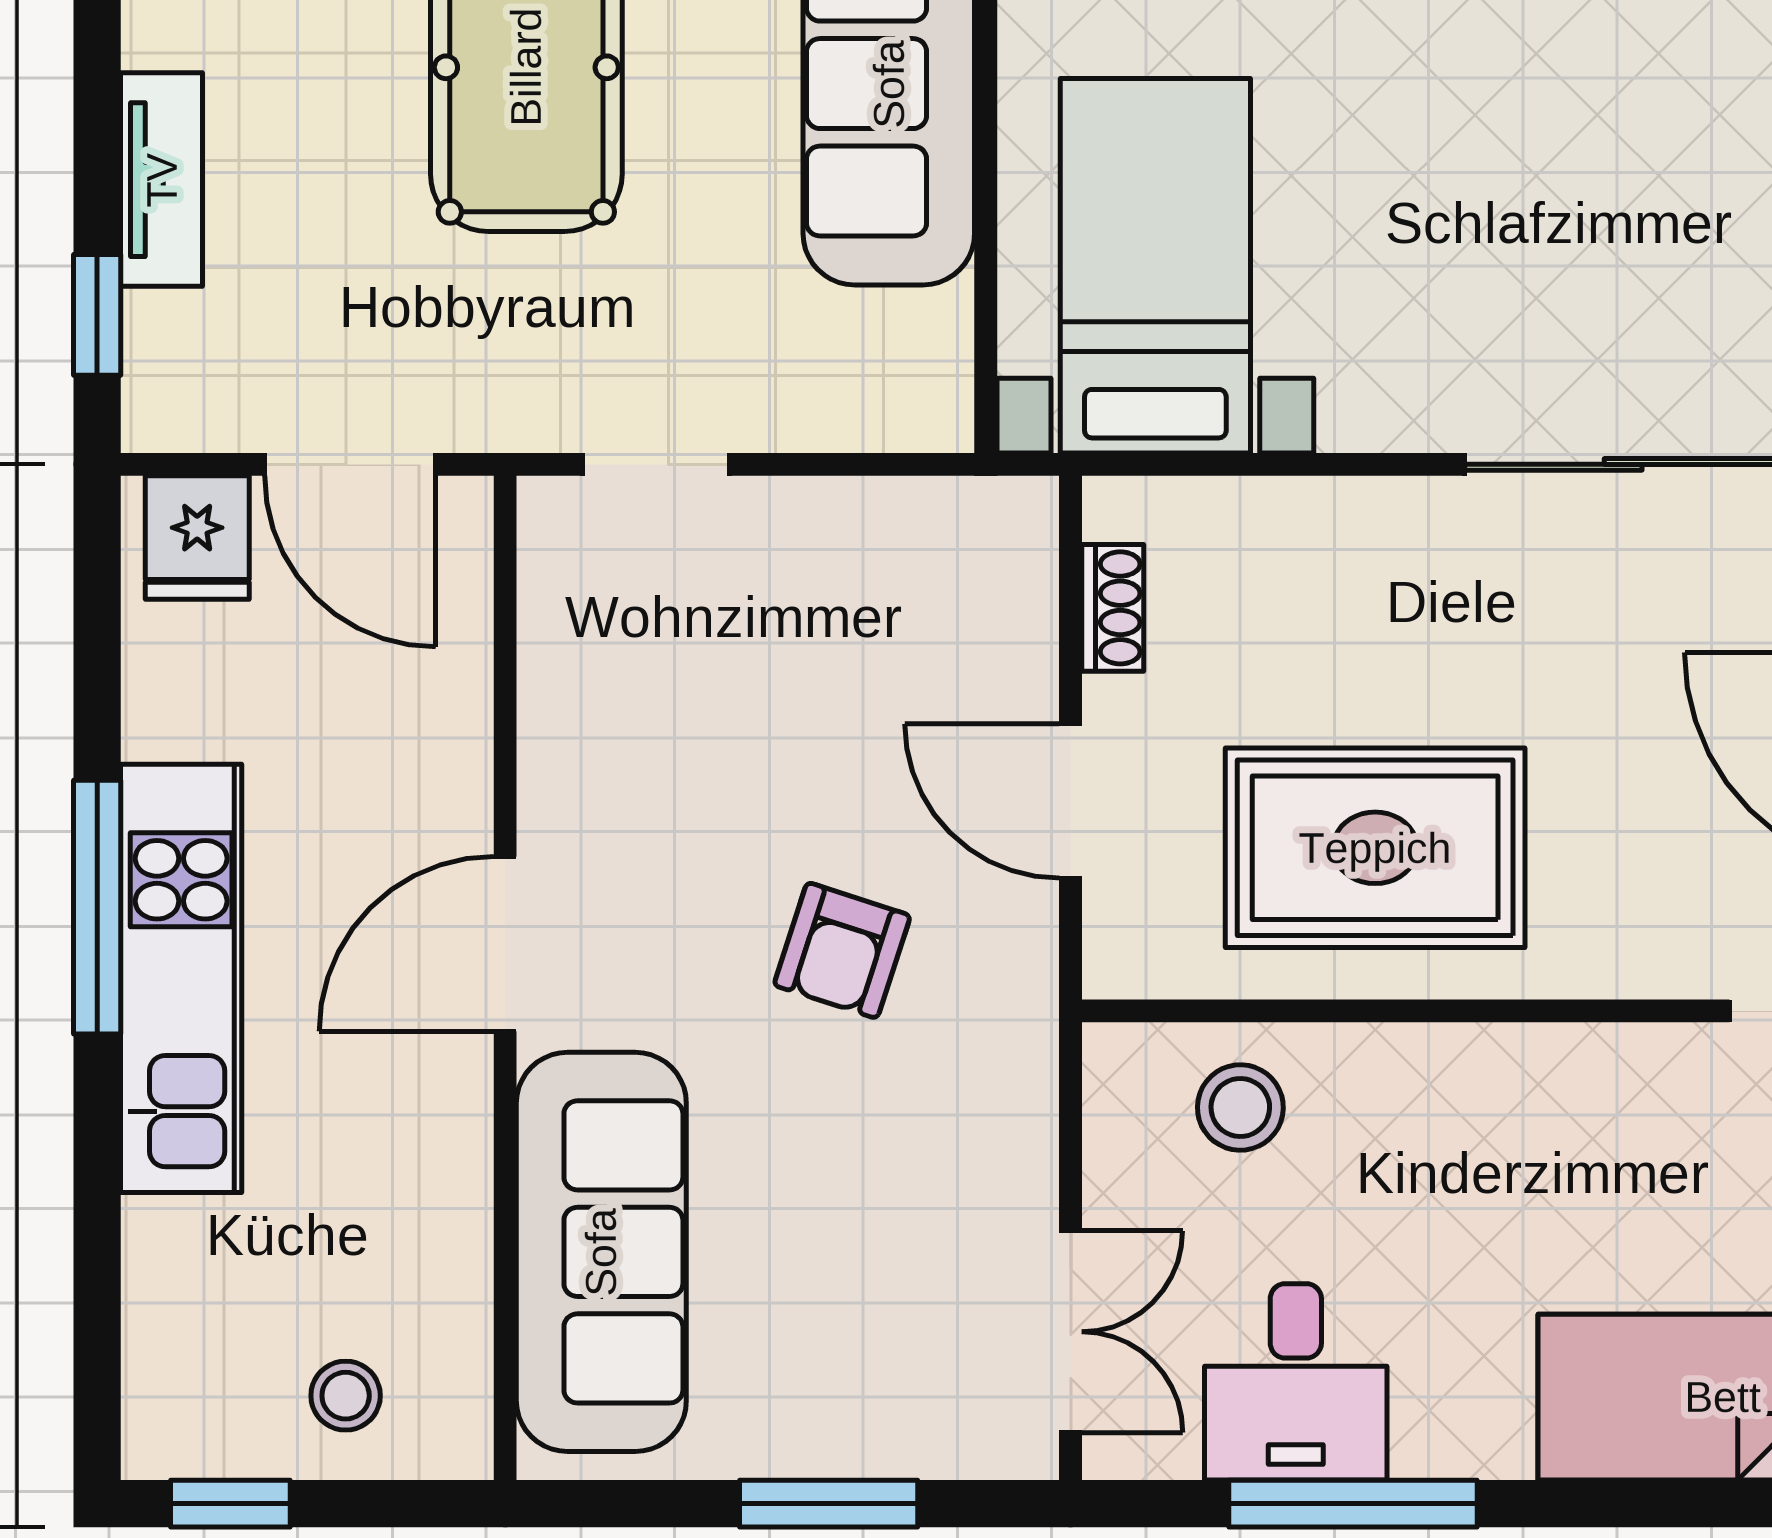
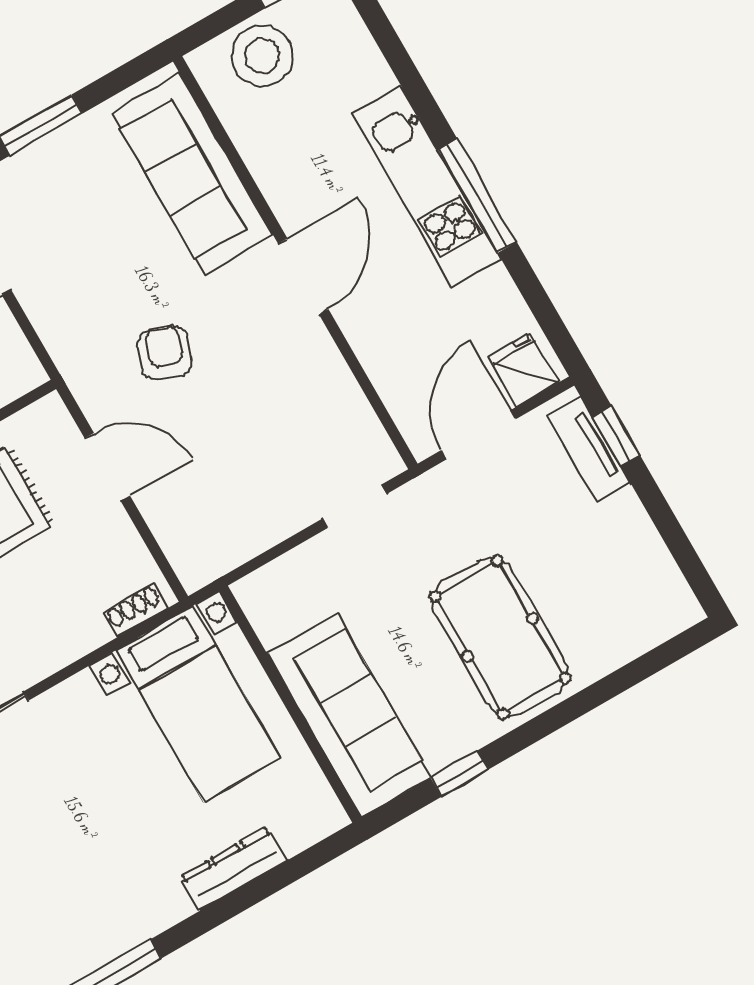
tv unit: (162, 180) -> (589, 449), moved
door: (350, 464) -> (479, 435), hinge flipped
shoe rack: (1113, 608) -> (135, 610), moved, turned 90
stool: (346, 1396) -> (262, 56), width x1.89, depth x1.89

